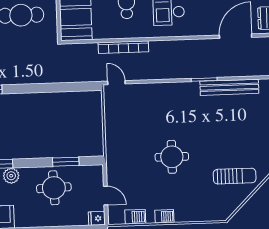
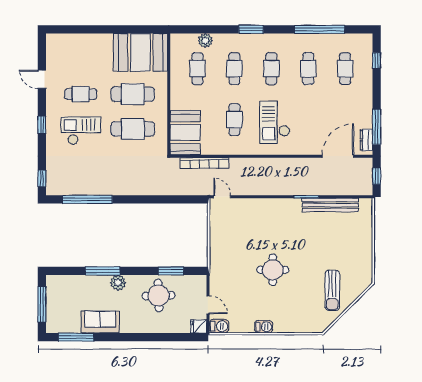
bookcase: (123, 47) -> (204, 163), moved
sun lounger: (235, 176) -> (332, 290), turned 90
barbecue: (135, 217) -> (219, 326), moved

